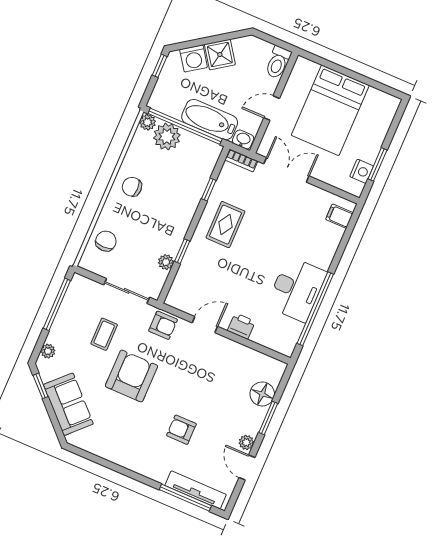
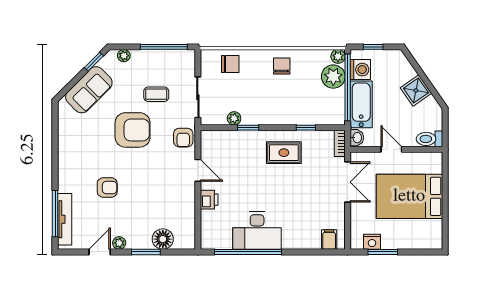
washing machine: (194, 58) -> (360, 70), moved, turned -145
window: (160, 66) -> (373, 47), moved
armchair: (181, 430) -> (107, 188), turned 90

